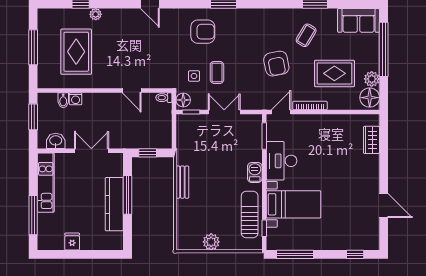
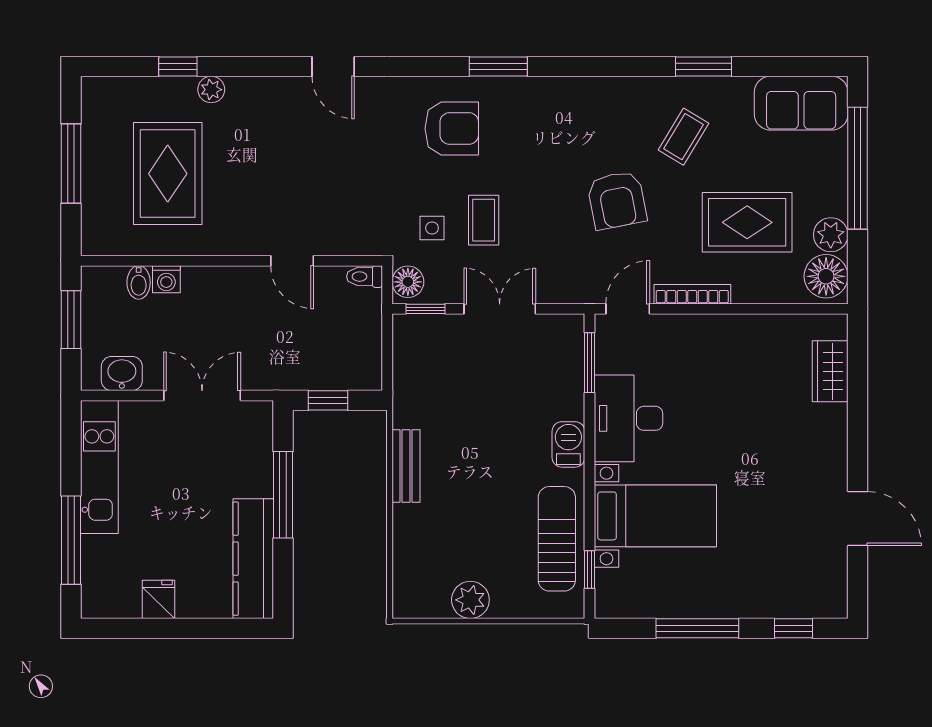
kitchen counter: (114, 204) -> (253, 559), moved
window: (295, 254) -> (697, 628), moved

